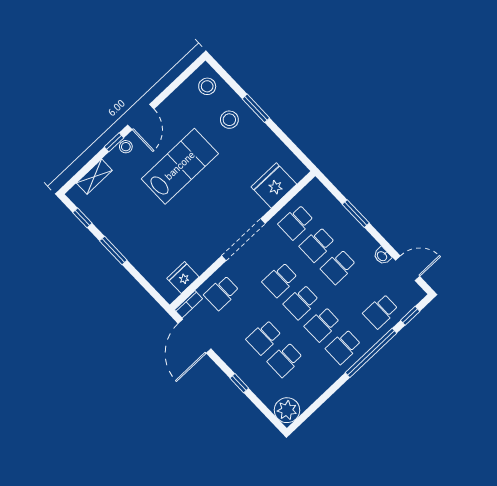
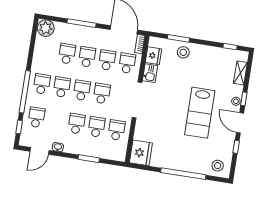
window: (168, 92) -> (236, 147), added
window: (256, 108) -> (183, 174), width x2.11
stool: (229, 120) -> (183, 52), moved
fridge: (274, 185) -> (141, 153), moved
window: (113, 250) -> (179, 38), moved
kitchen sink: (203, 260) -> (150, 73), added
school desk: (243, 315) -> (107, 60), added
window: (239, 383) -> (82, 23), width x2.17

